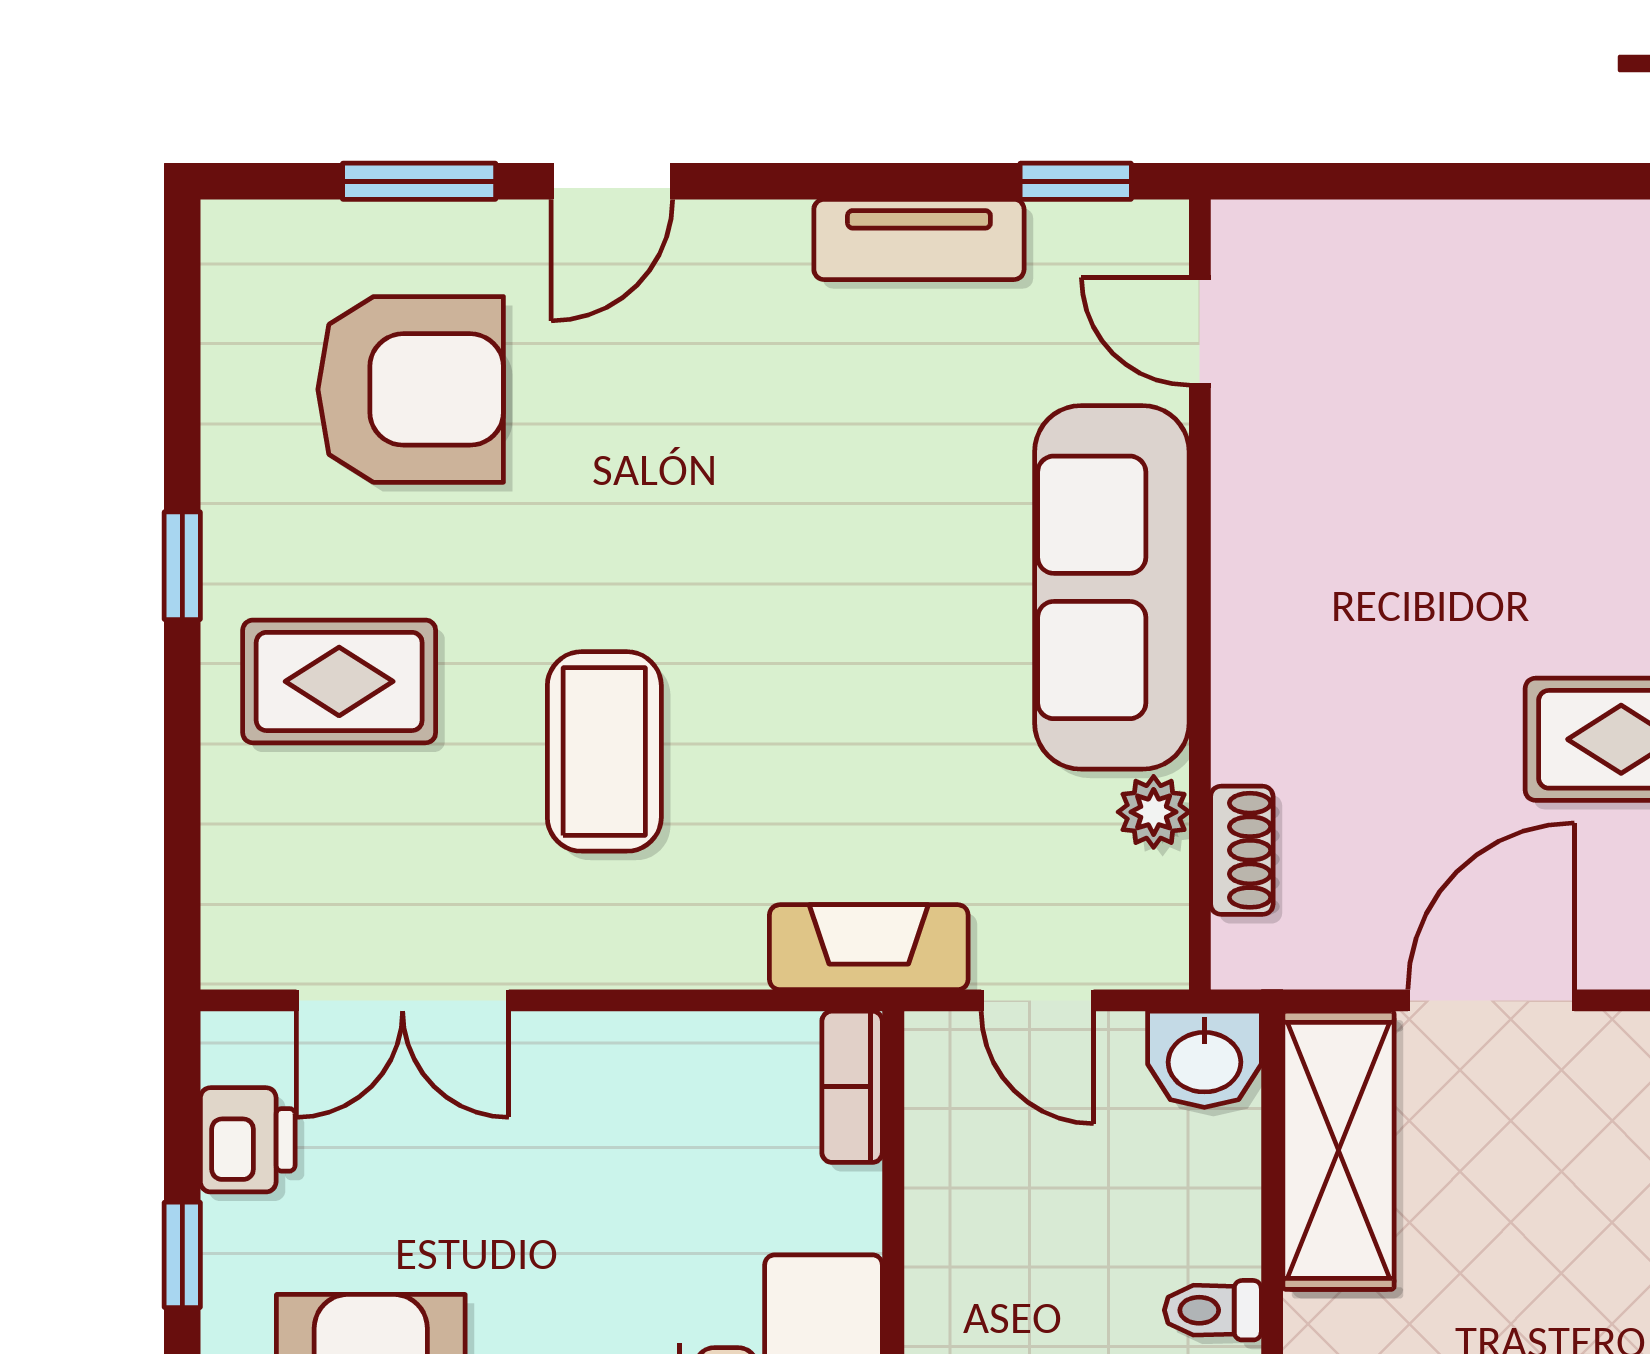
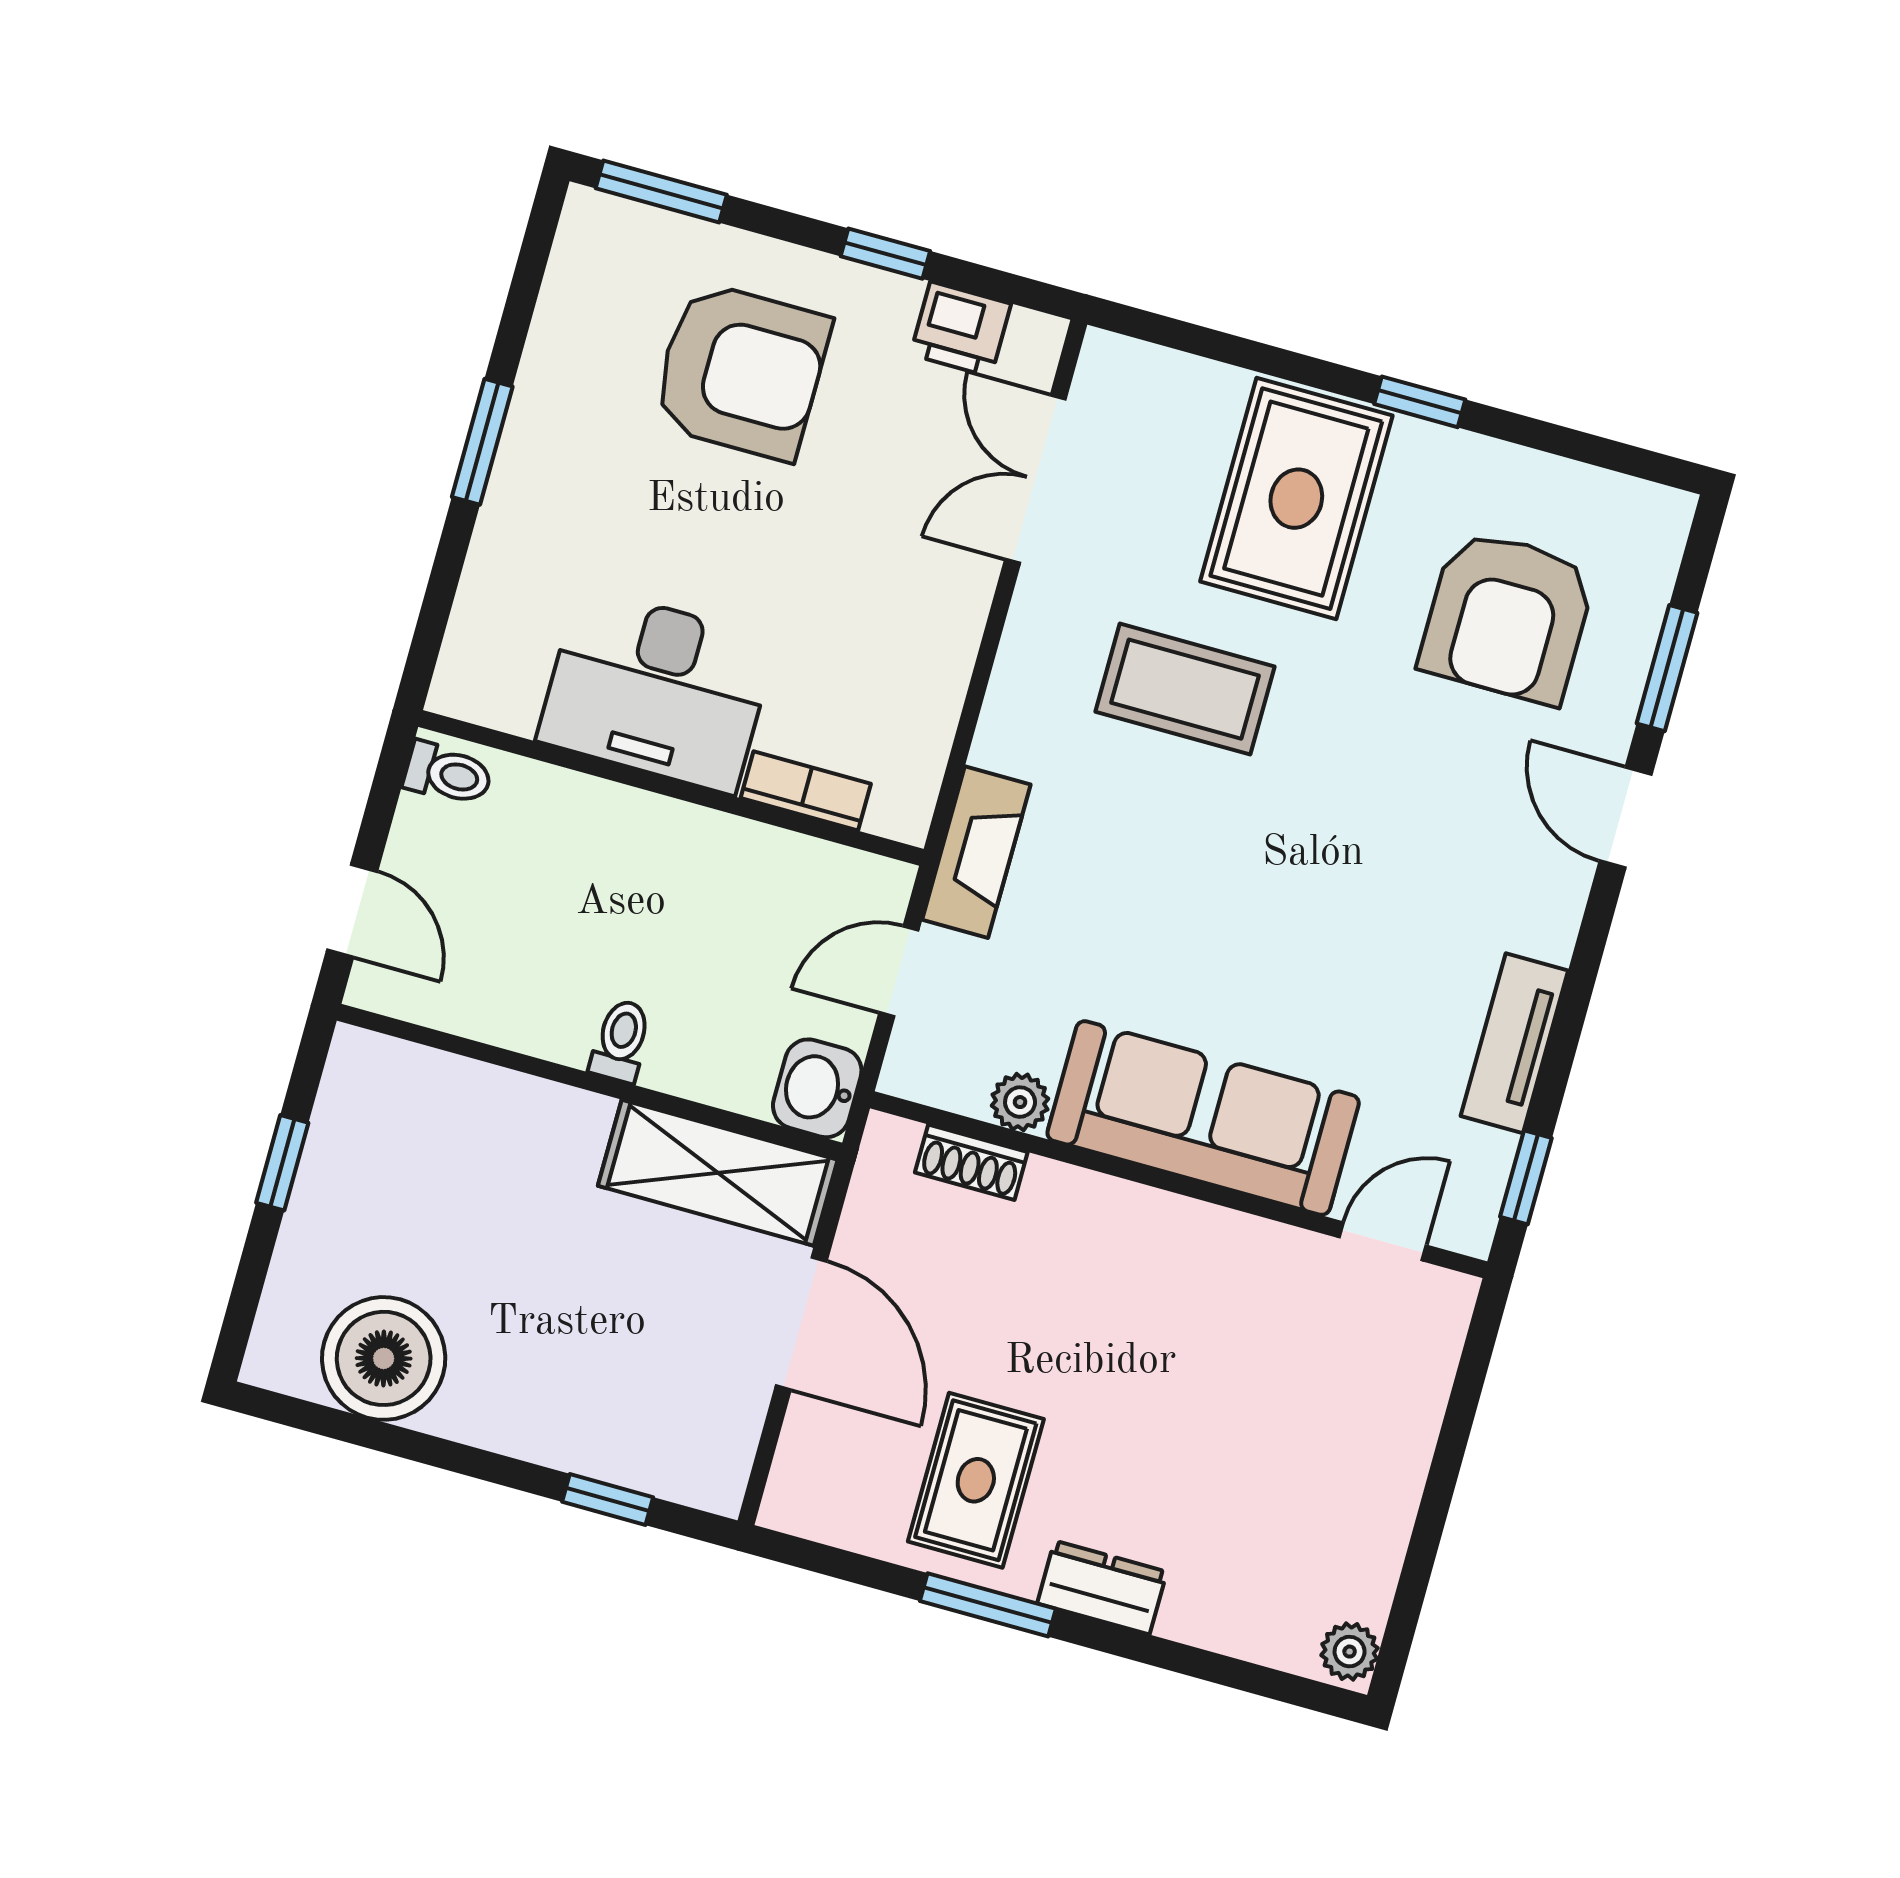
rug: (339, 681) -> (1296, 499), width x1.36, depth x1.43
bookcase: (852, 1087) -> (806, 791), moved

